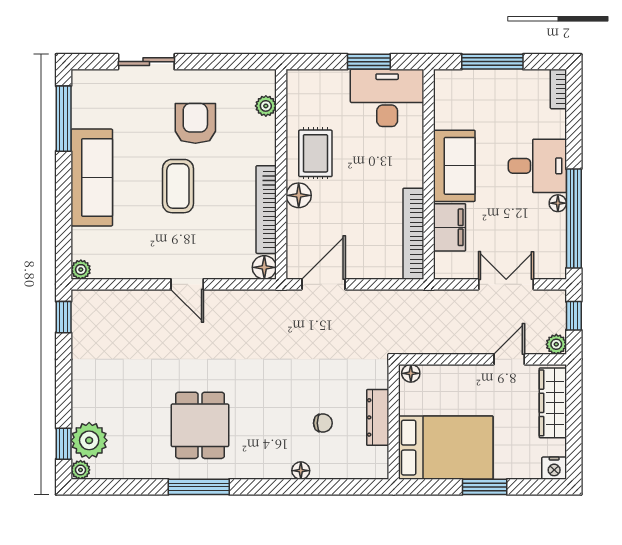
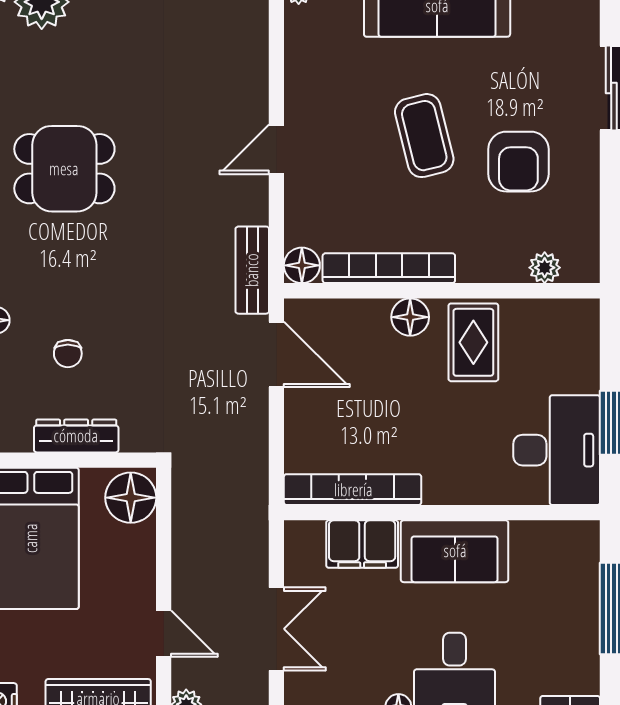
armchair: (195, 123) -> (518, 162), turned 90
rug: (315, 153) -> (473, 342), turned 90
coffee table: (178, 186) -> (424, 136), turned 76
bench: (267, 300) -> (252, 270), added
floor lamp: (411, 373) -> (131, 498), width x1.89, depth x1.89

